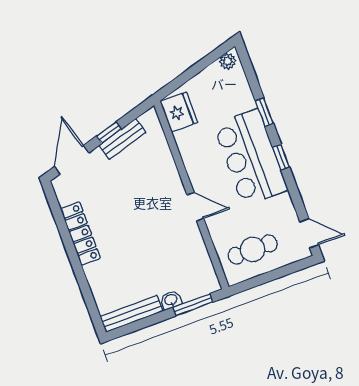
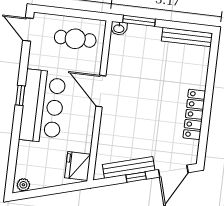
window: (264, 112) -> (16, 134), removed
bench: (122, 139) -> (129, 167), width x1.36
door: (195, 207) -> (101, 91), width x1.38
washbasin: (171, 300) -> (119, 28), moved

